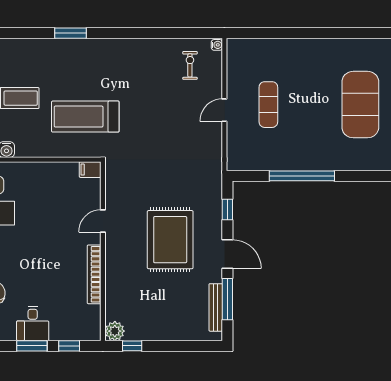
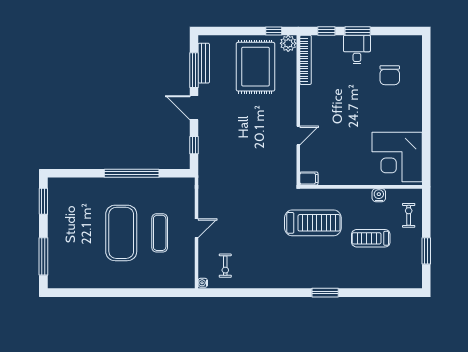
exercise mat: (360, 105) -> (121, 233), moved
rug: (170, 240) -> (255, 67), moved
bookcase: (94, 274) -> (306, 60), moved

